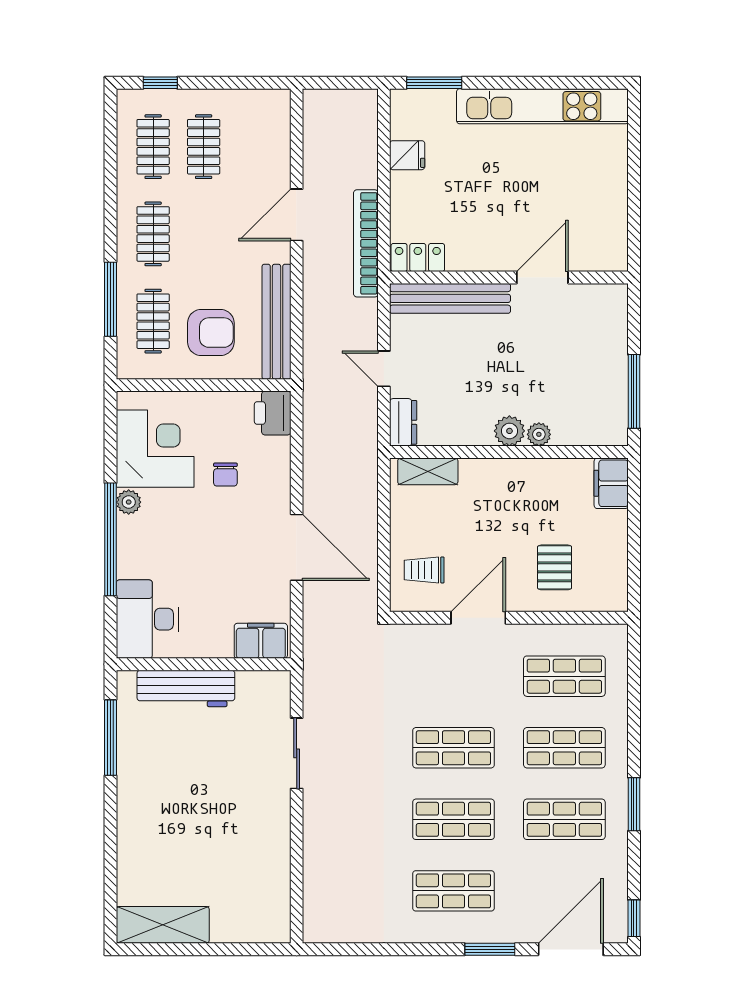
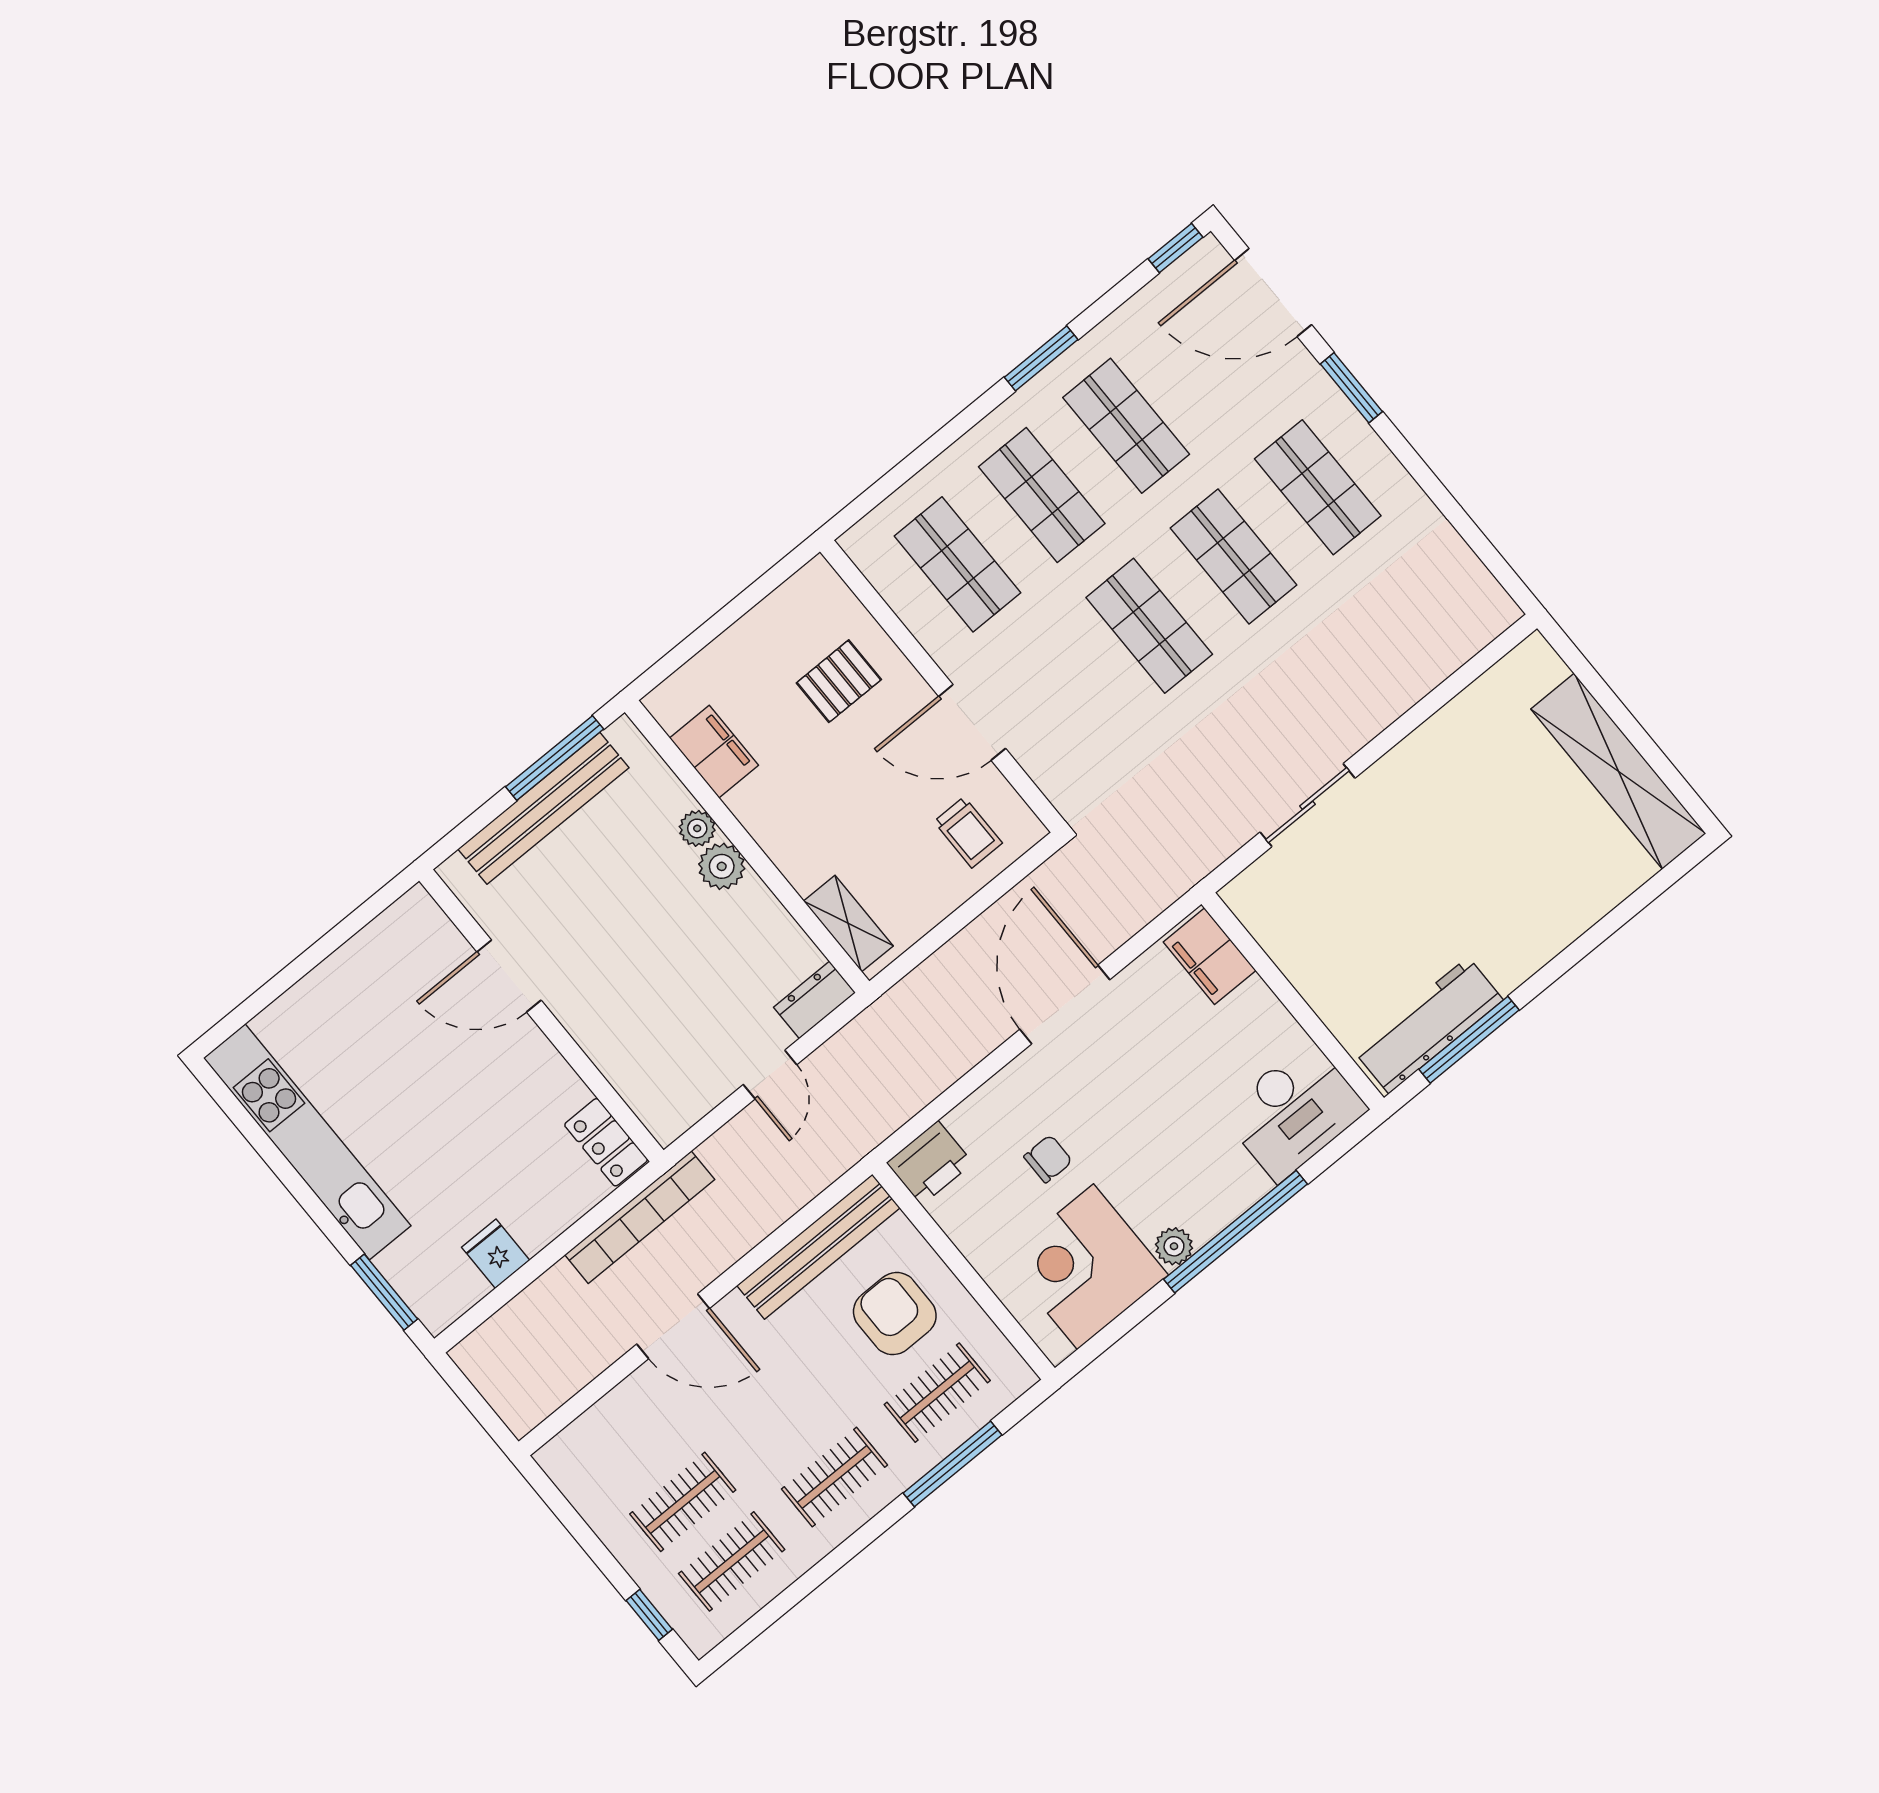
bench: (450, 298) -> (543, 808), moved, turned 90
filing cabinet: (611, 483) -> (714, 752), moved, turned -90
workbench: (186, 688) -> (1428, 1025), moved, turned -90
shelving: (163, 925) -> (1618, 771), width x1.47

